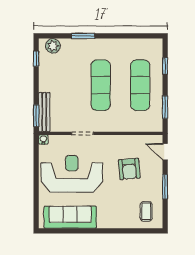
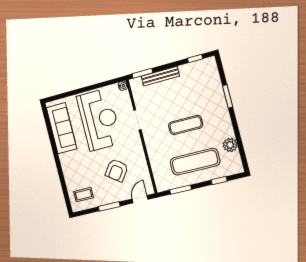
plant: (53, 46) -> (230, 145), moved
exercise mat: (101, 85) -> (186, 125), width x0.73, depth x0.69
bench: (44, 112) -> (160, 76), moved
armchair: (129, 169) -> (117, 170), turned -49

